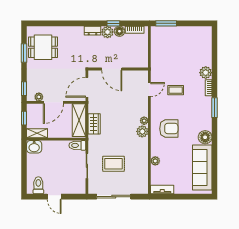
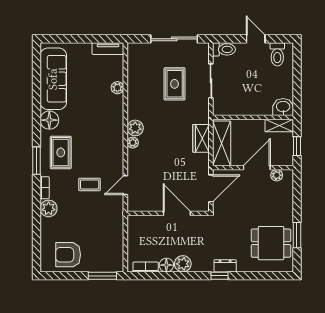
window: (113, 23) -> (220, 276), moved
dresser: (92, 31) -> (225, 266), moved
window: (24, 89) -> (297, 187), removed
rug: (197, 114) -> (61, 152), added
armchair: (169, 129) -> (68, 255), moved
toilet: (77, 145) -> (224, 49), moved
rug: (114, 164) -> (175, 84), turned 90

